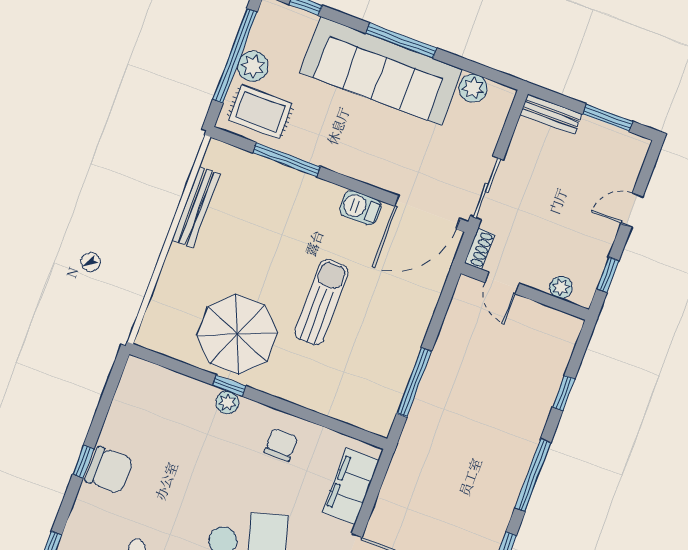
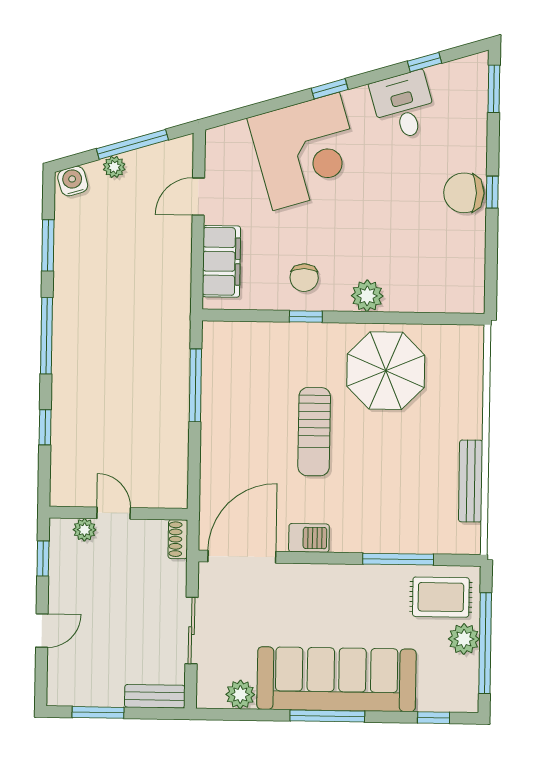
sliding door: (487, 188) -> (192, 631), moved
door: (502, 283) -> (114, 513), moved
window: (229, 385) -> (306, 317), moved
plant: (227, 403) -> (367, 296), width x1.38, depth x1.38

